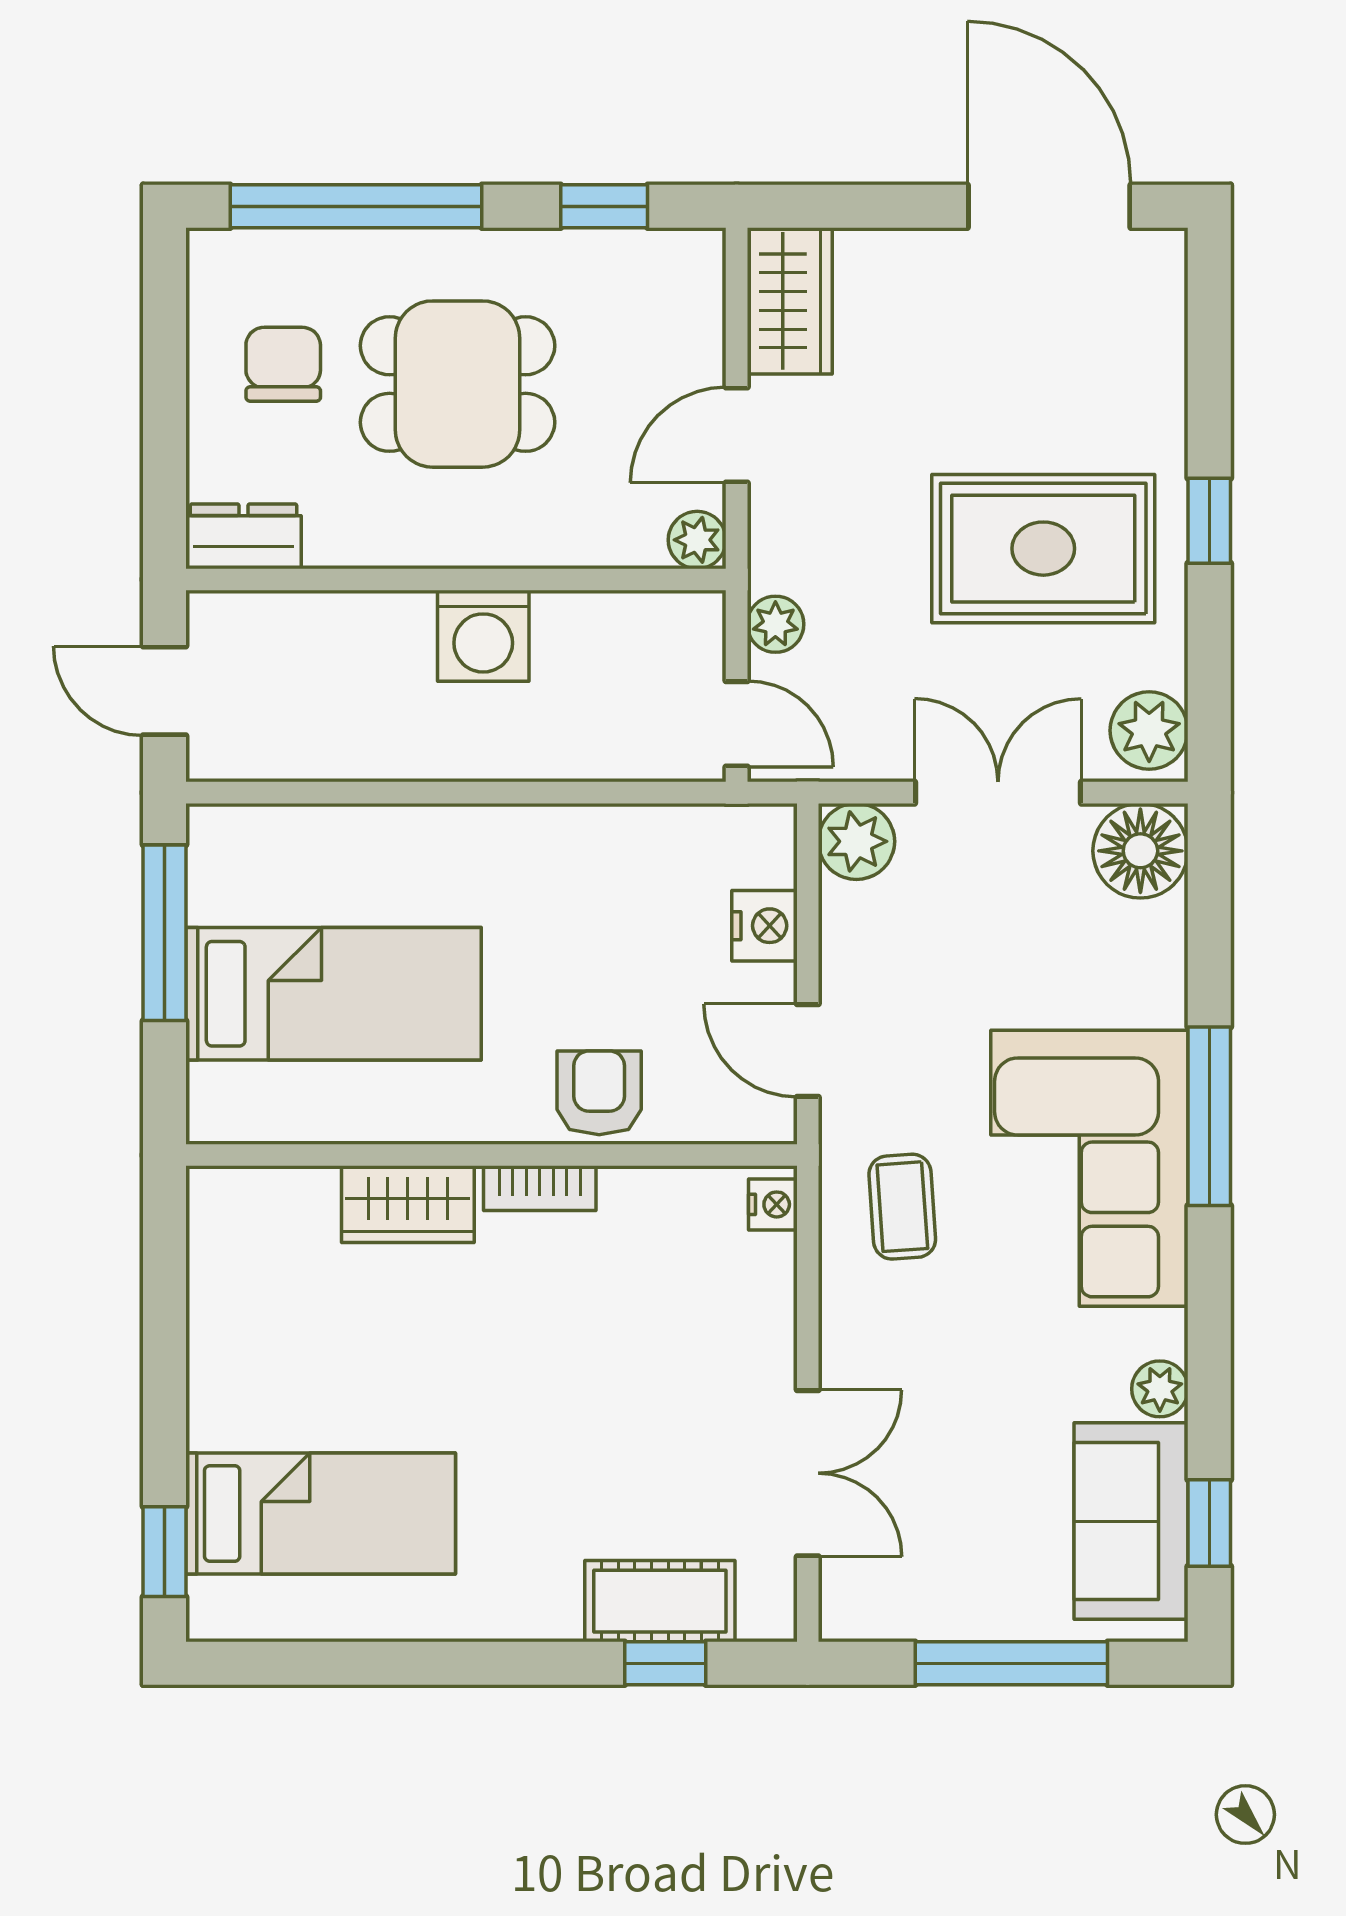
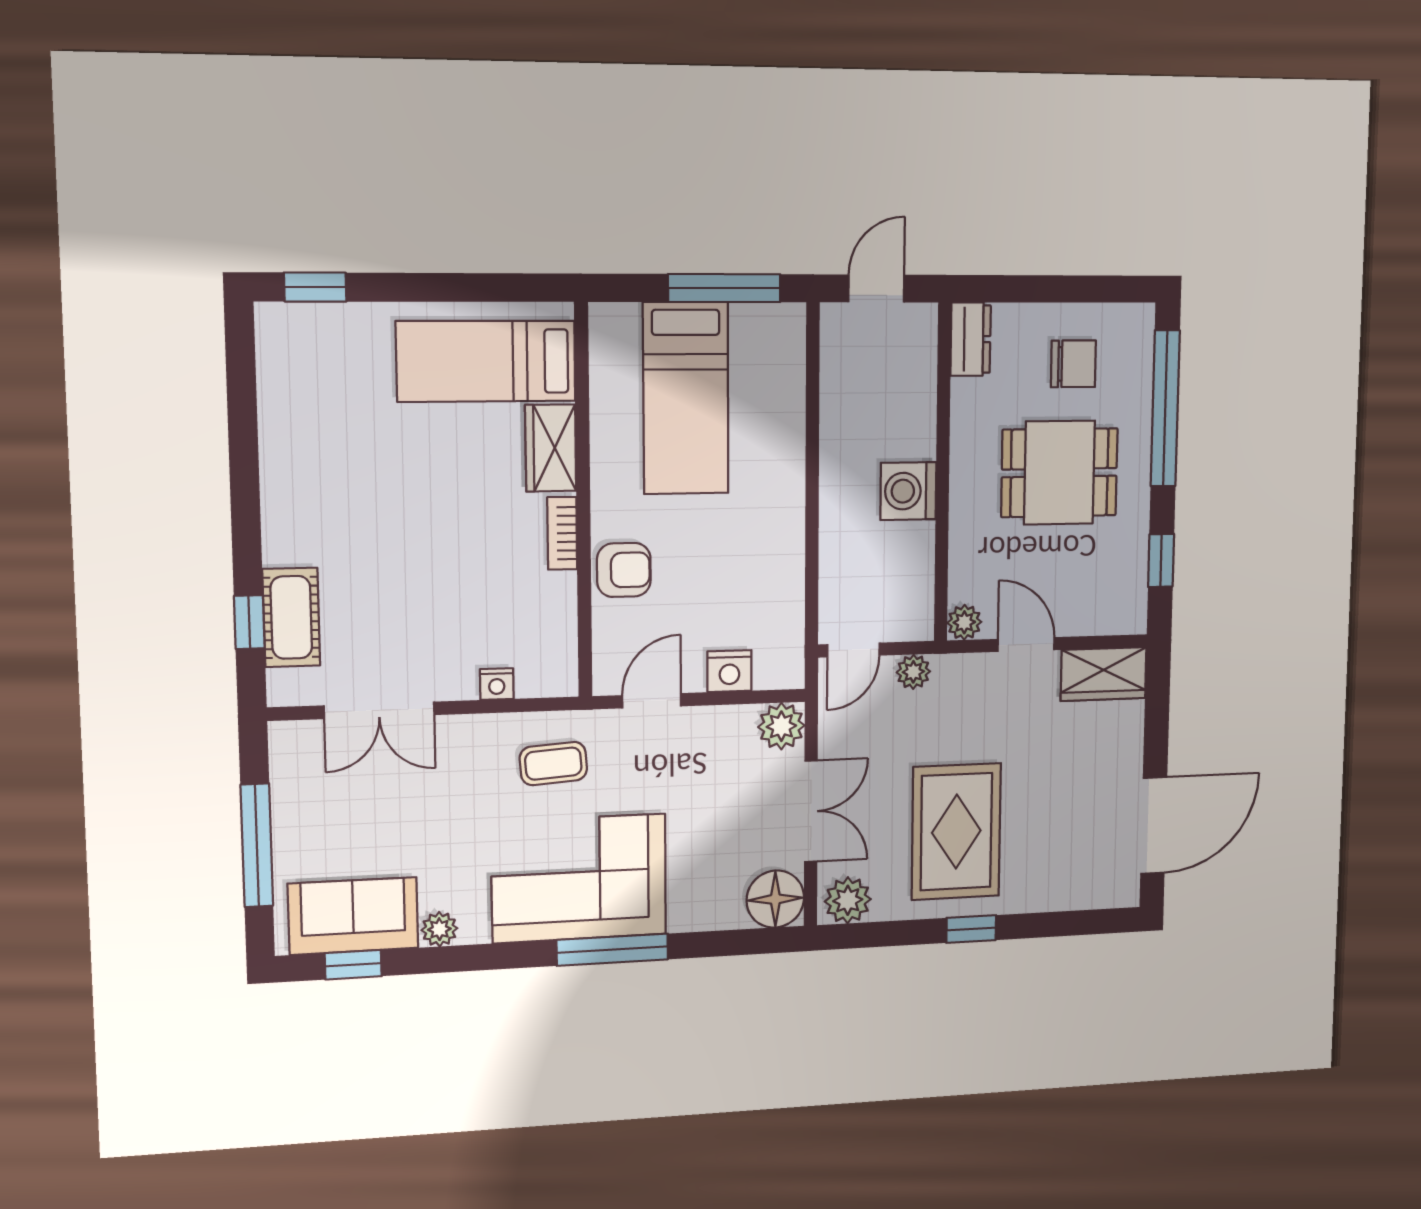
dining table: (458, 384) -> (1059, 473), turned 90
nightstand: (773, 1204) -> (497, 684), moved
bed: (321, 1513) -> (486, 361), moved, turned 90

